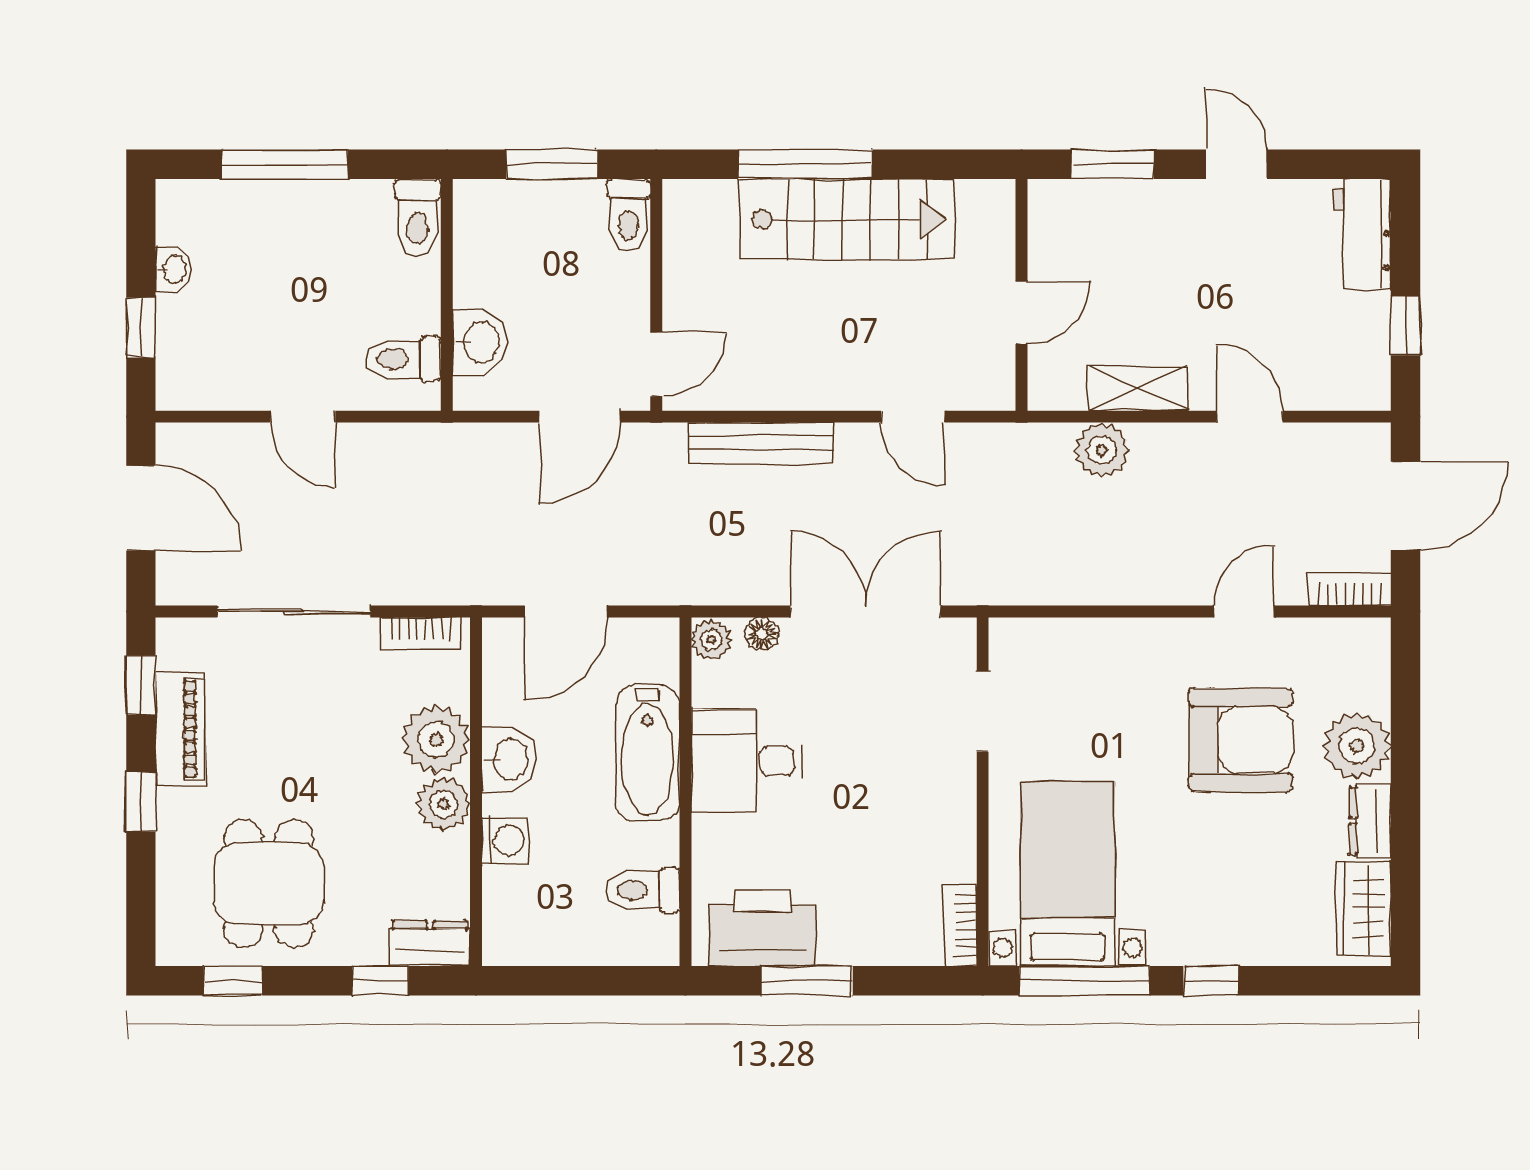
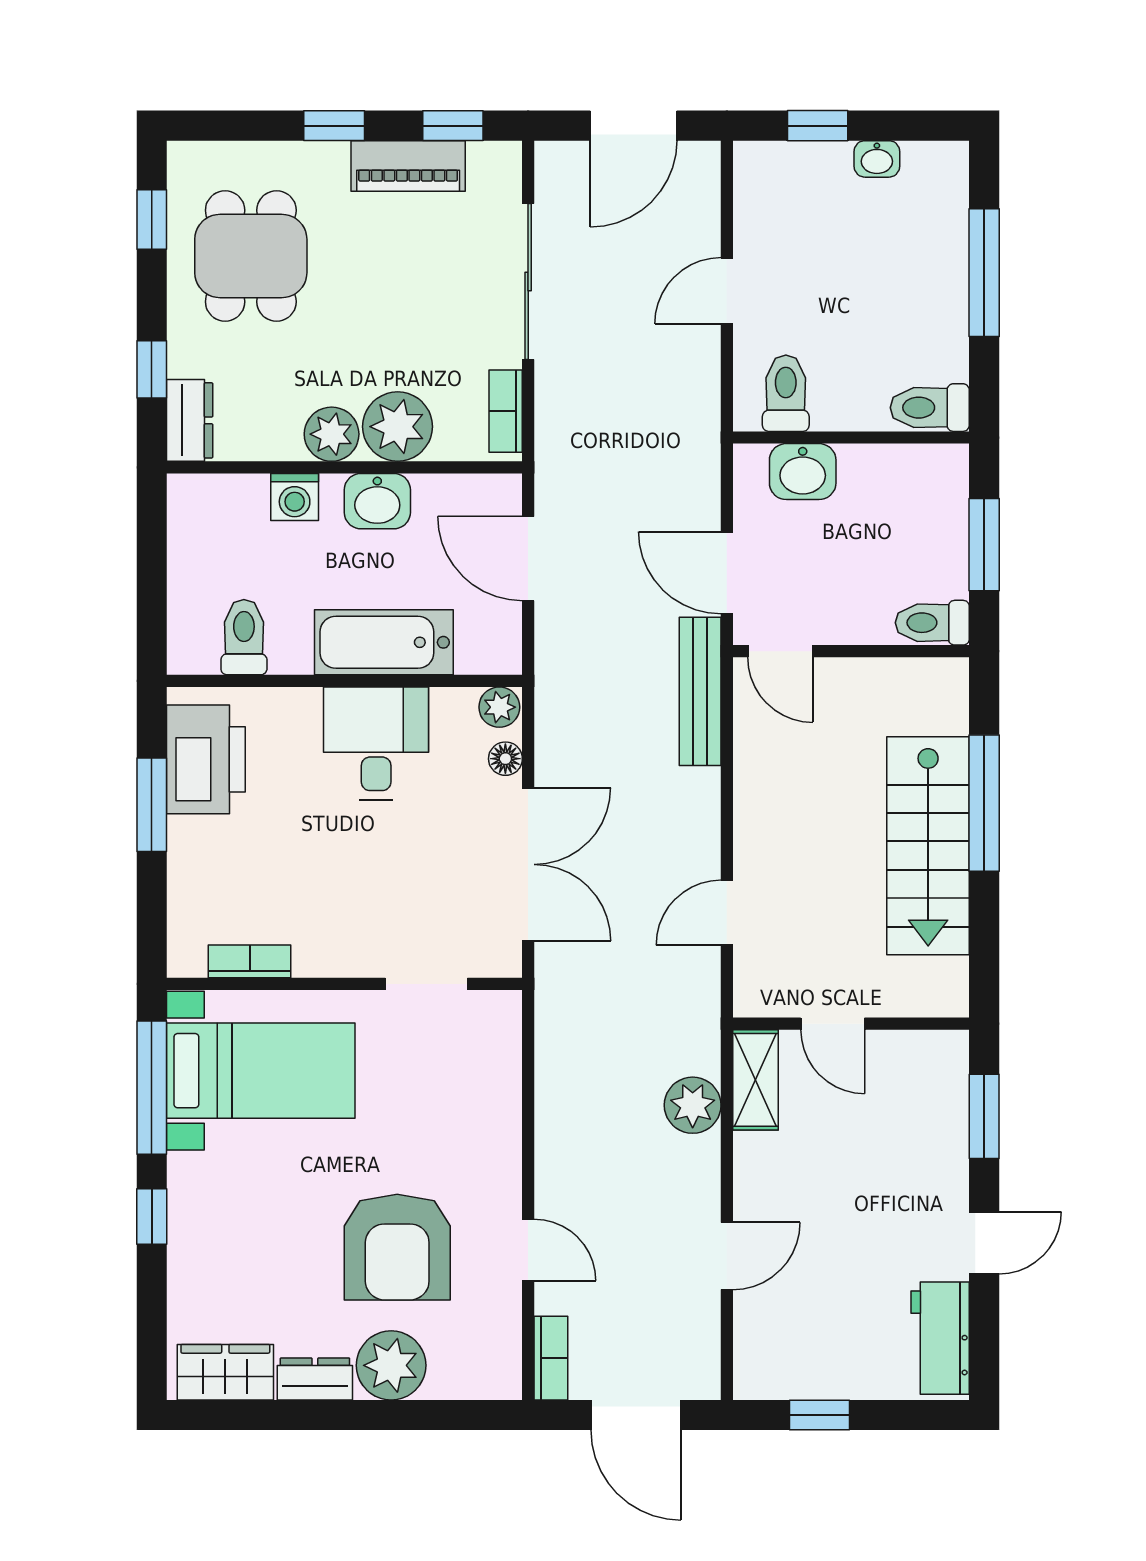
workbench: (1362, 234) -> (940, 1338), moved, turned -90
shelving: (1139, 389) -> (755, 1080), moved
bench: (761, 443) -> (700, 691), moved
dining table: (269, 883) -> (251, 256), turned 90
bookcase: (961, 926) -> (250, 961), moved

